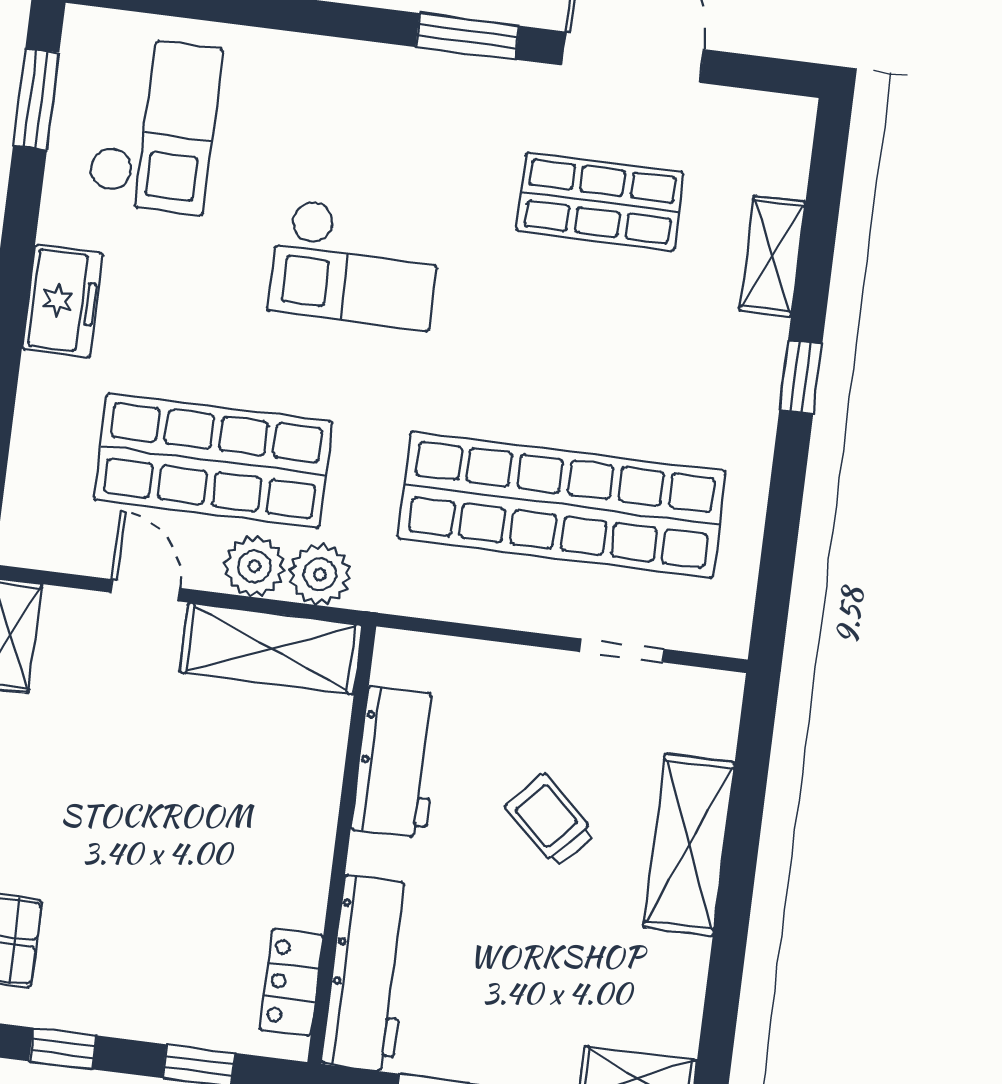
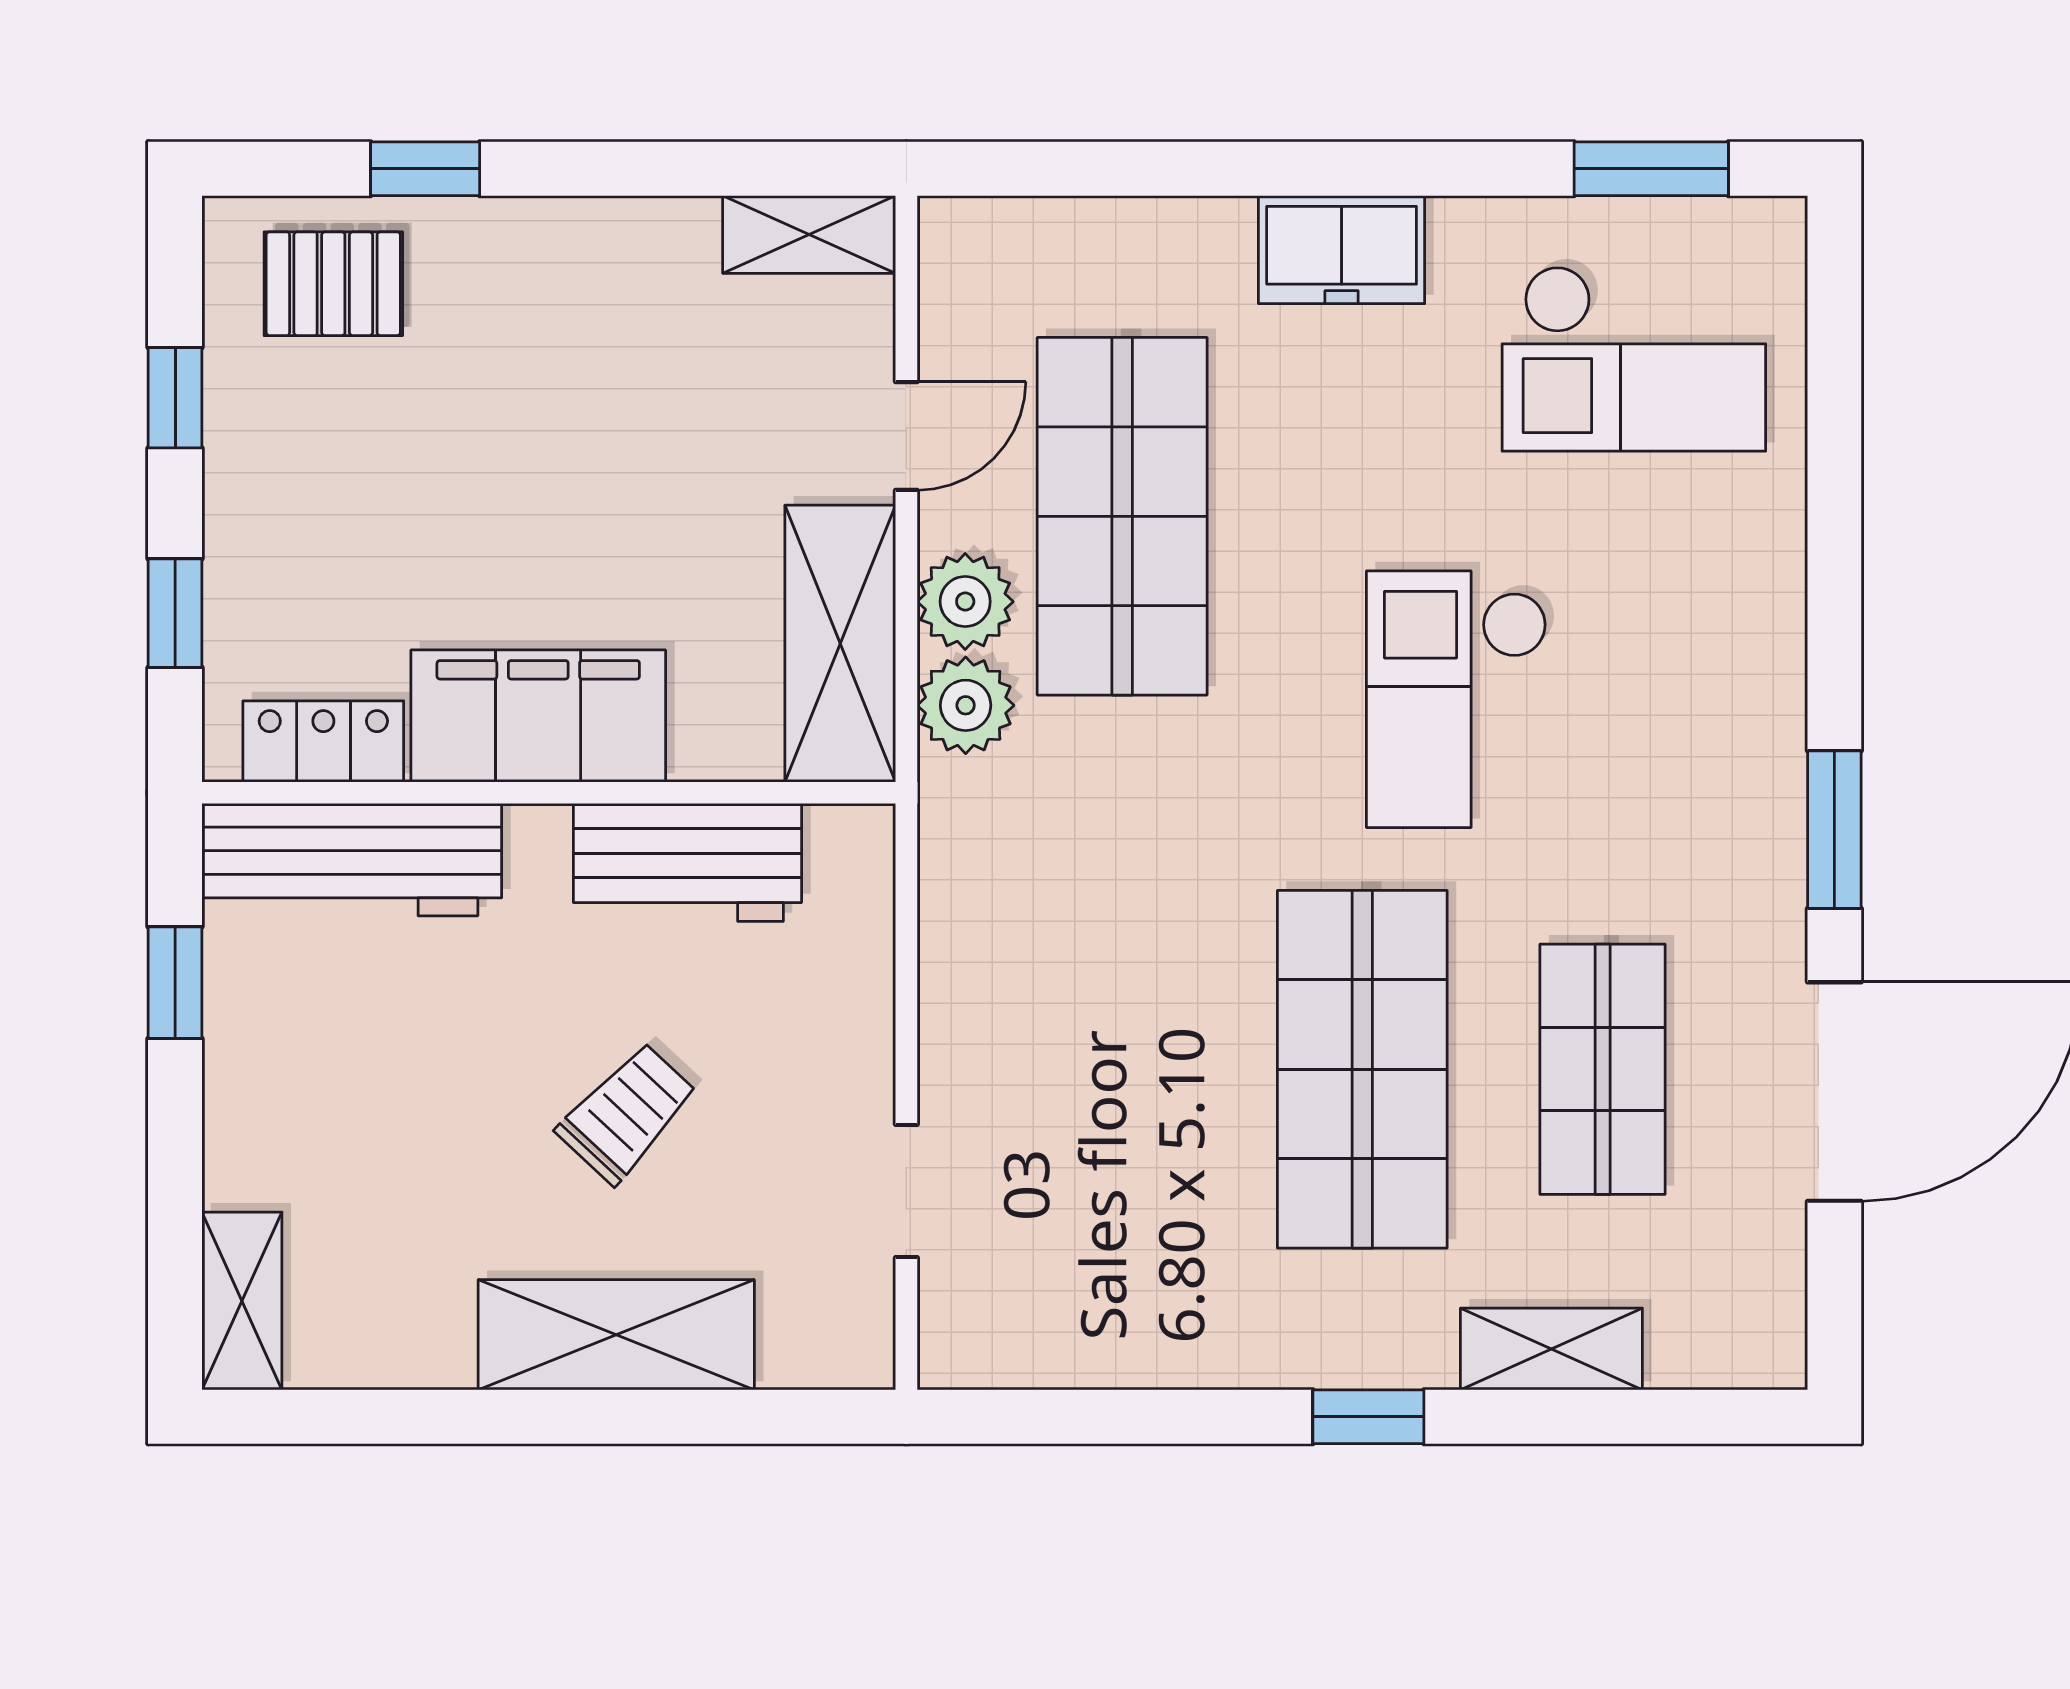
shop shelf: (562, 505) -> (1362, 1069), moved, width x0.71
filing cabinet: (293, 845) -> (538, 716), added

